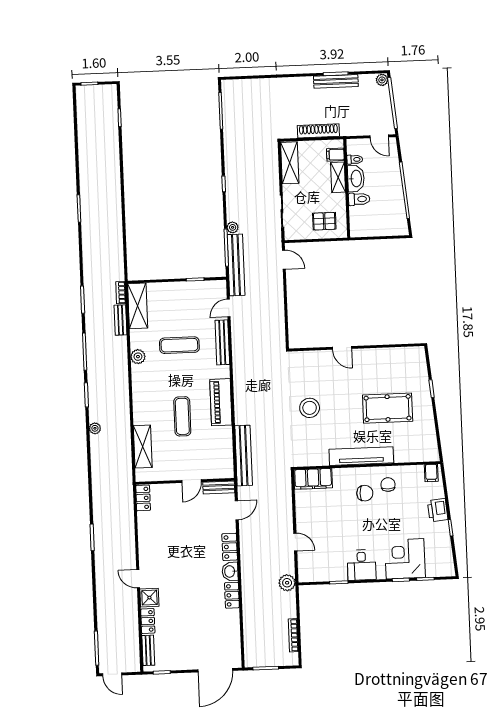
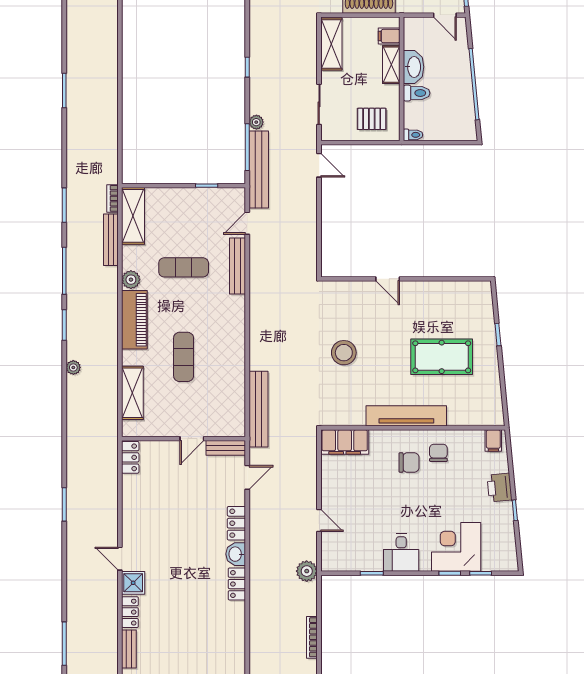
toilet: (355, 160) -> (413, 135), moved
bench: (120, 320) -> (111, 240), width x1.36
piano: (221, 402) -> (134, 320), moved, turned 180

